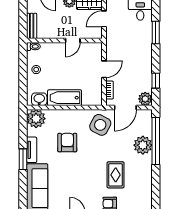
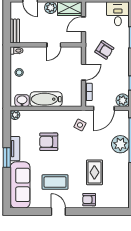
armchair: (126, 46) -> (104, 50), added
plant: (36, 119) -> (15, 115), width x0.53, depth x0.53
side table: (100, 125) -> (80, 125), width x0.54, depth x0.54
armchair: (67, 143) -> (49, 142), turned -90
coffee table: (74, 185) -> (55, 182), added

